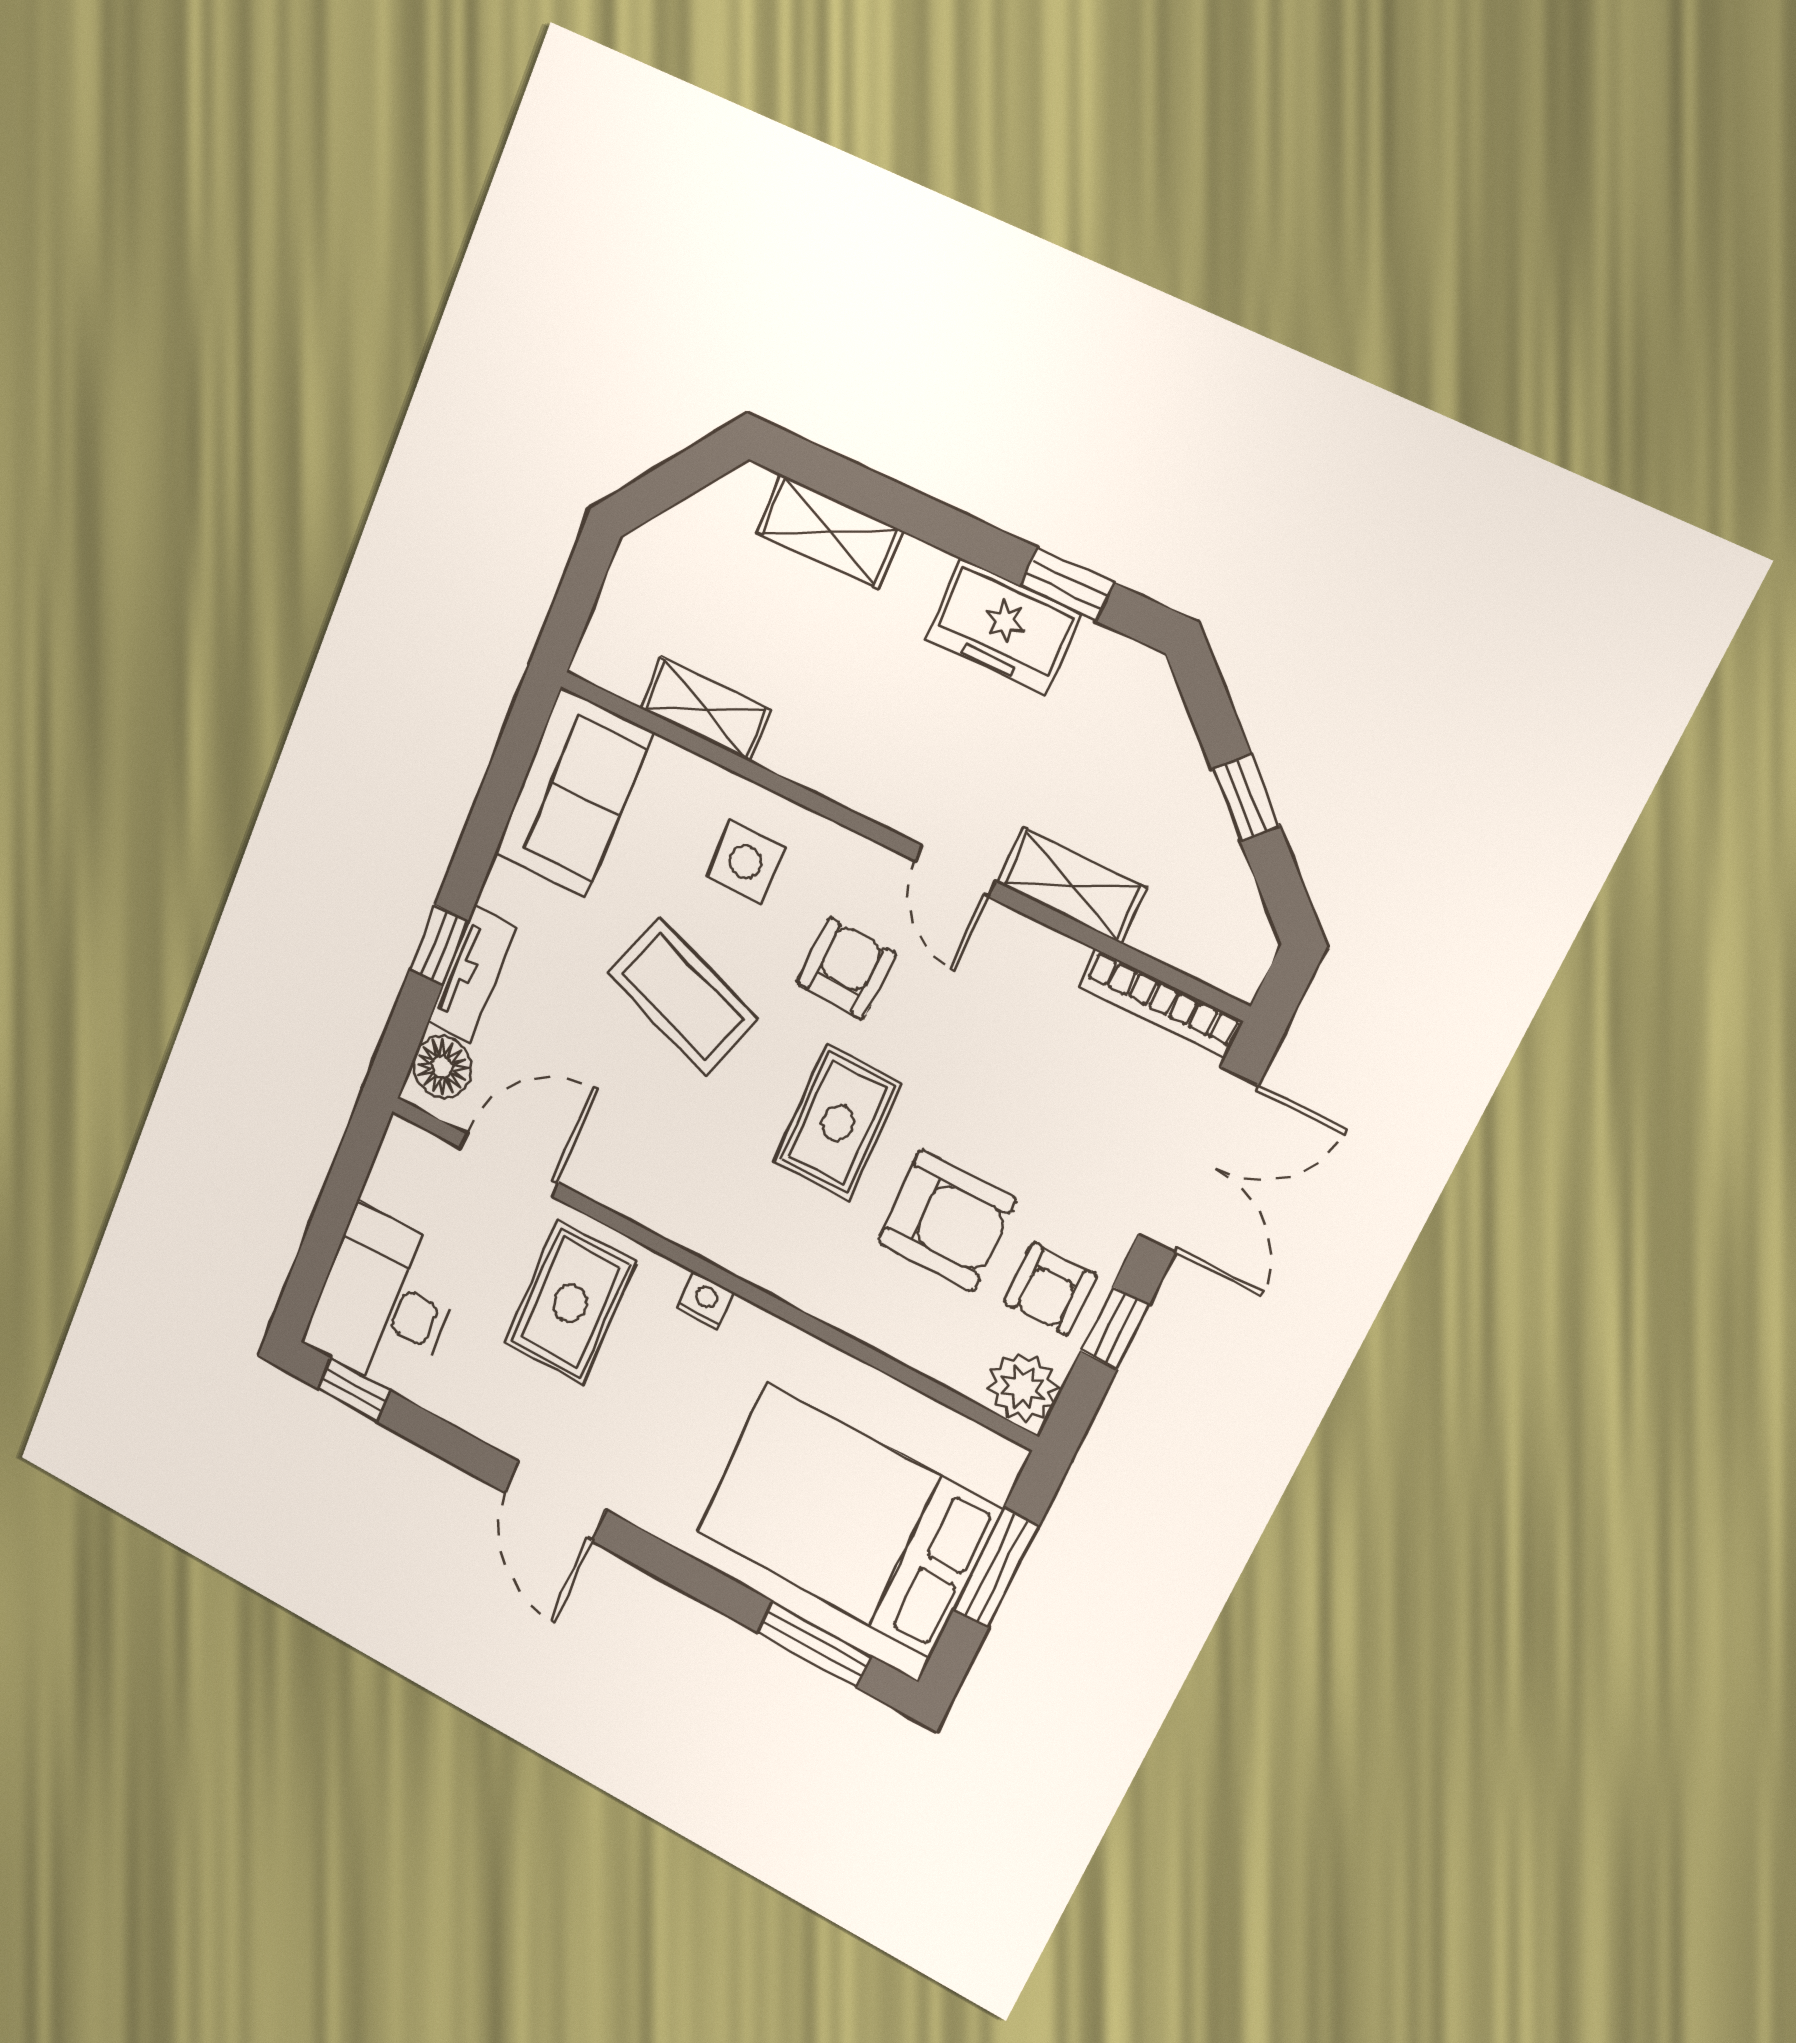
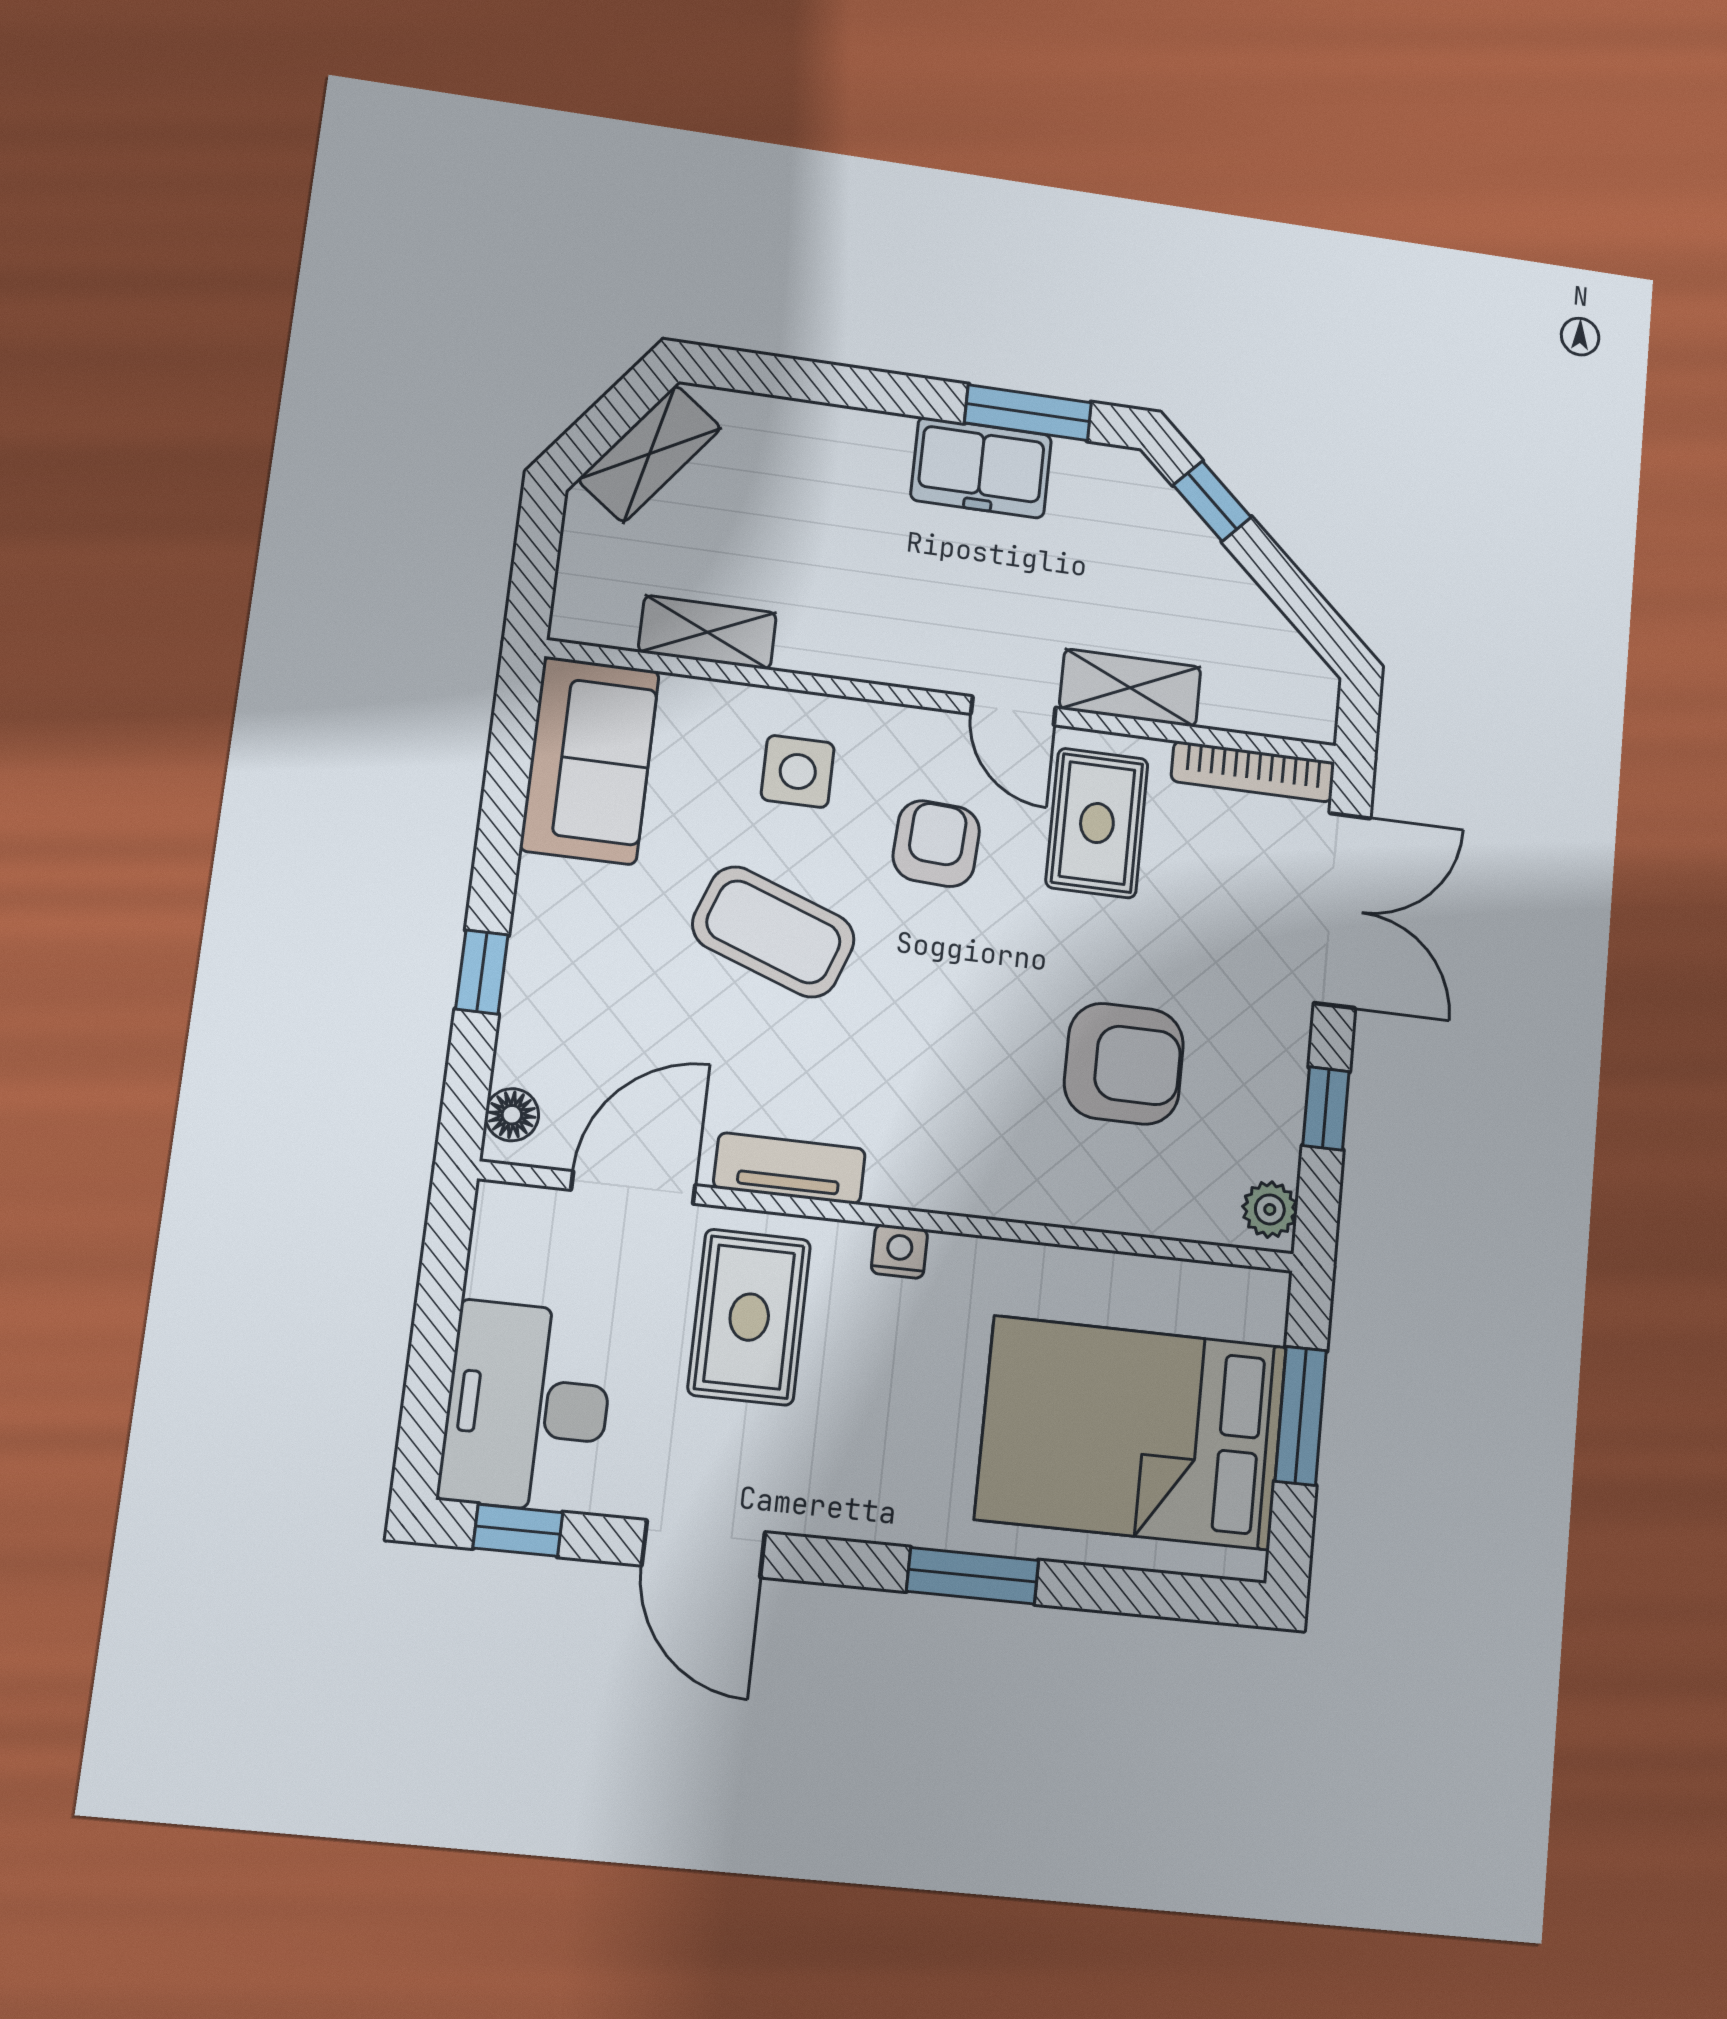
shelving: (830, 531) -> (650, 454), moved, turned -53
window: (1067, 584) -> (1028, 413), width x1.50
window: (1246, 798) -> (1212, 501), moved
tv unit: (472, 975) -> (789, 1168), moved, turned -90
floor lamp: (442, 1067) -> (512, 1115), width x0.73, depth x0.73
rug: (838, 1123) -> (1097, 823), moved
armchair: (1050, 1289) -> (1250, 1094), removed
plant: (1023, 1388) -> (1270, 1209), width x0.73, depth x0.73
door: (555, 1501) -> (704, 1549), moved
window: (814, 1644) -> (973, 1576), moved

